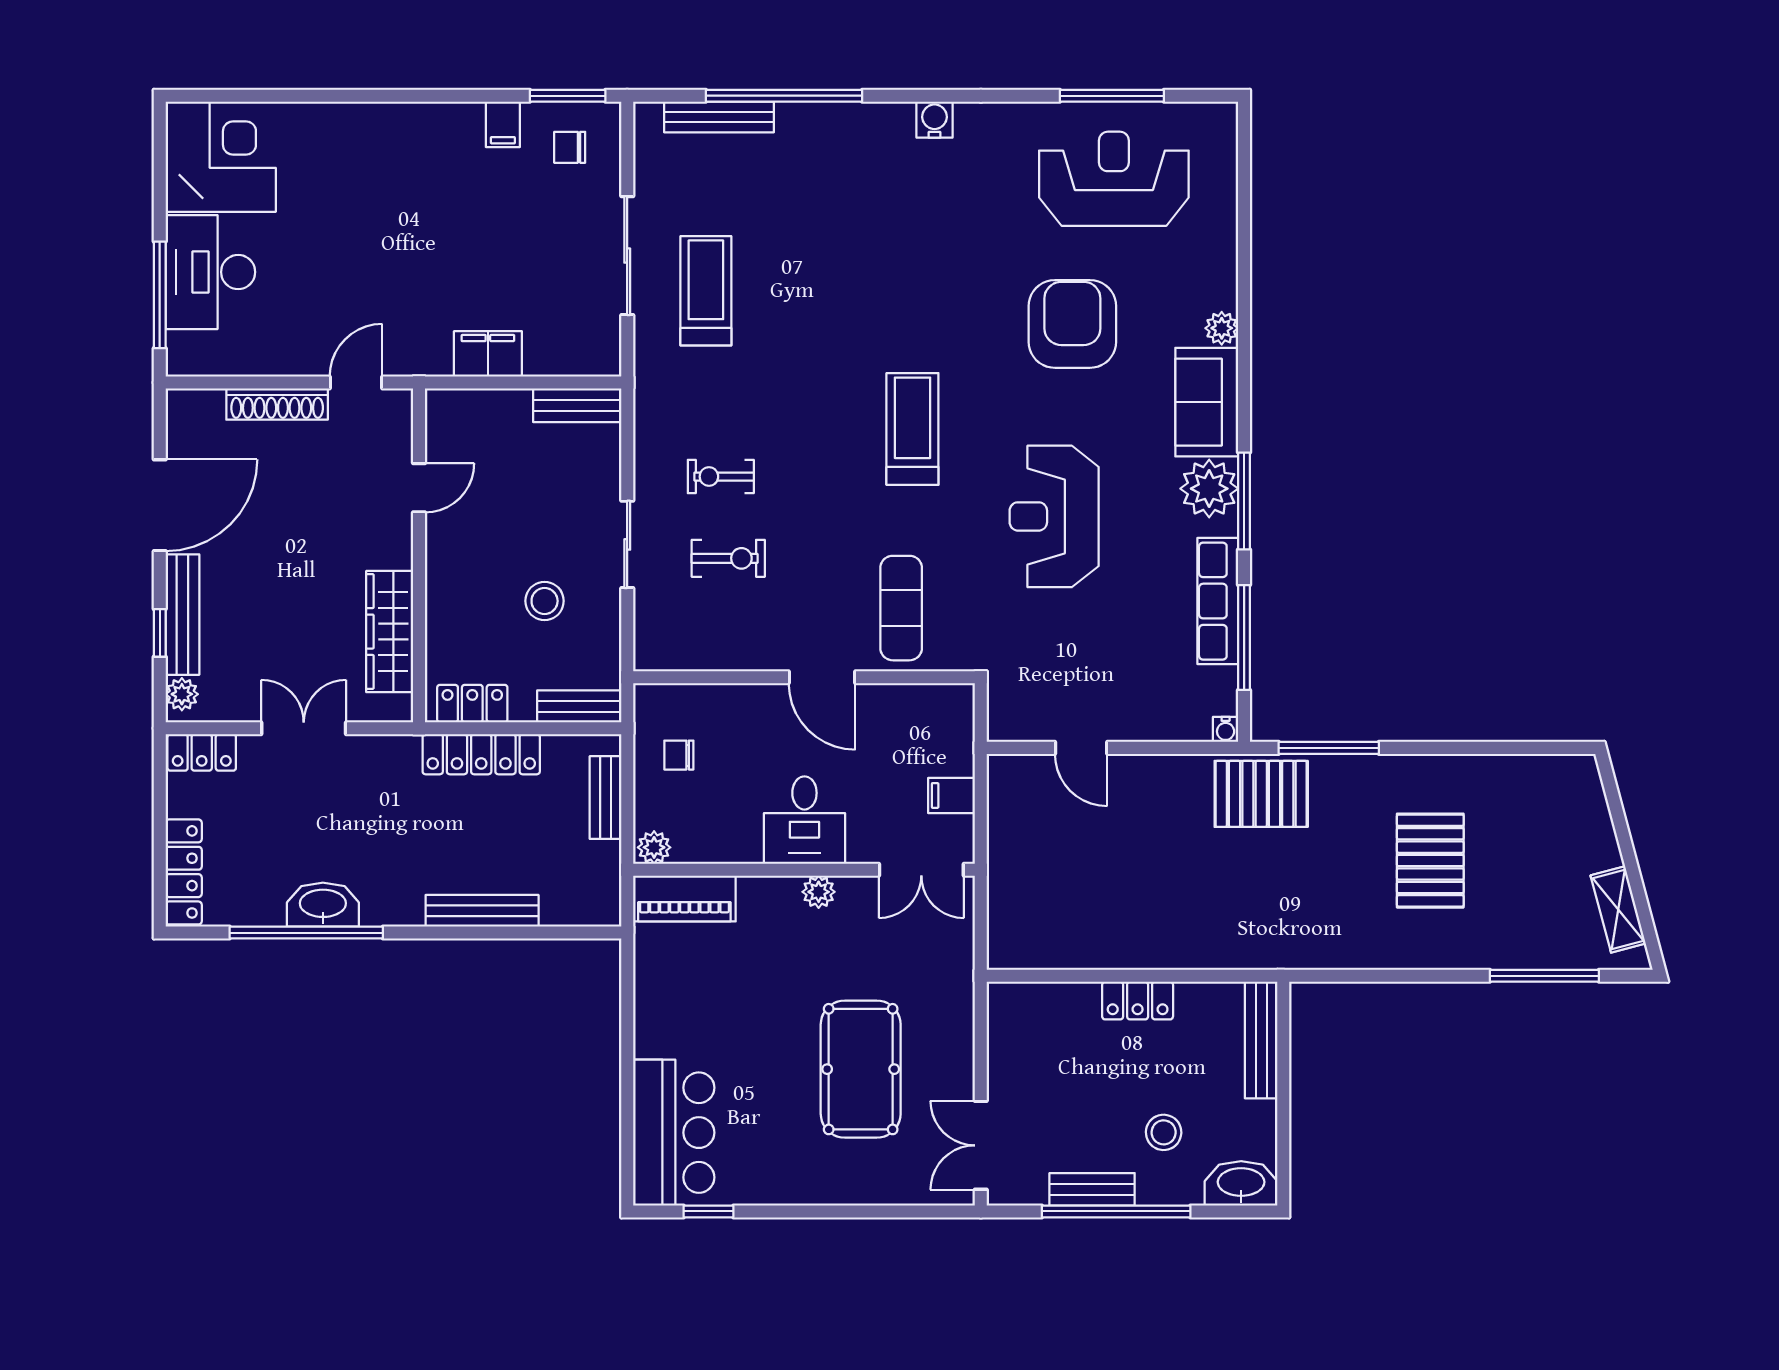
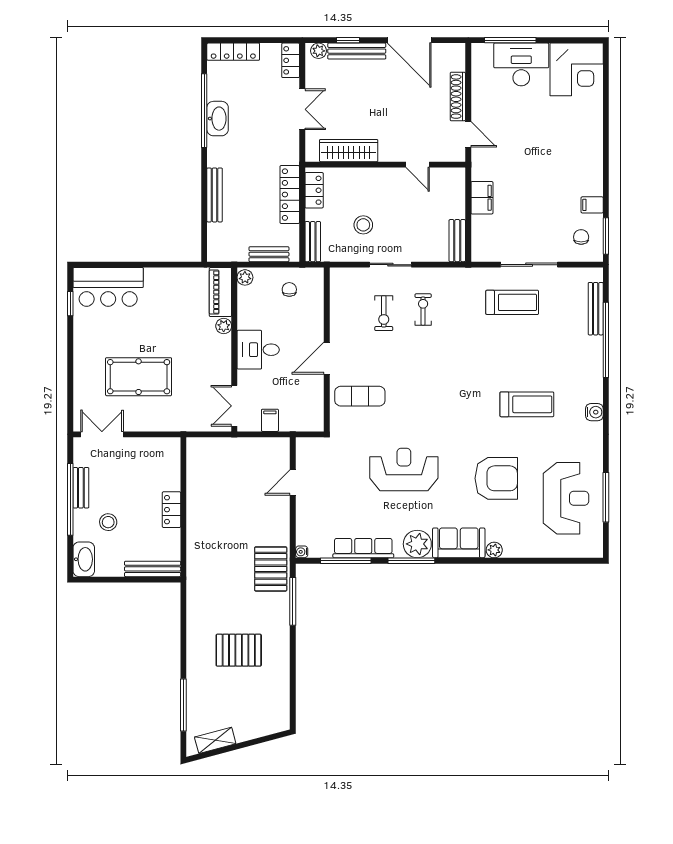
treadmill: (912, 429) -> (527, 404), moved
plant: (819, 892) -> (224, 326), moved

